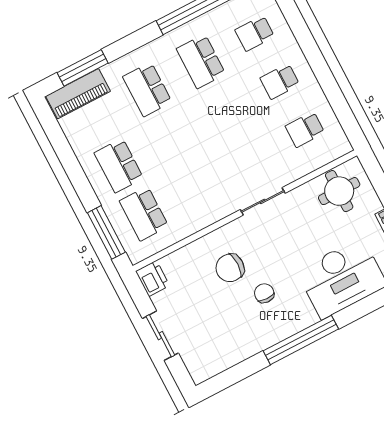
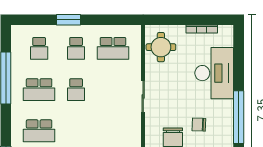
window: (312, 52) -> (69, 20), added
school desk: (226, 109) -> (76, 90), added
school desk: (305, 129) -> (113, 48), width x1.85

